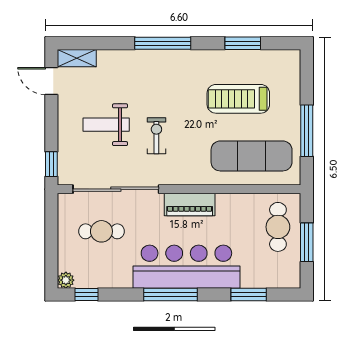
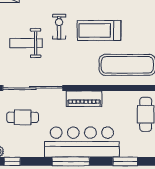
treadmill: (238, 99) -> (99, 30), moved
exercise bike: (156, 136) -> (59, 27), moved

